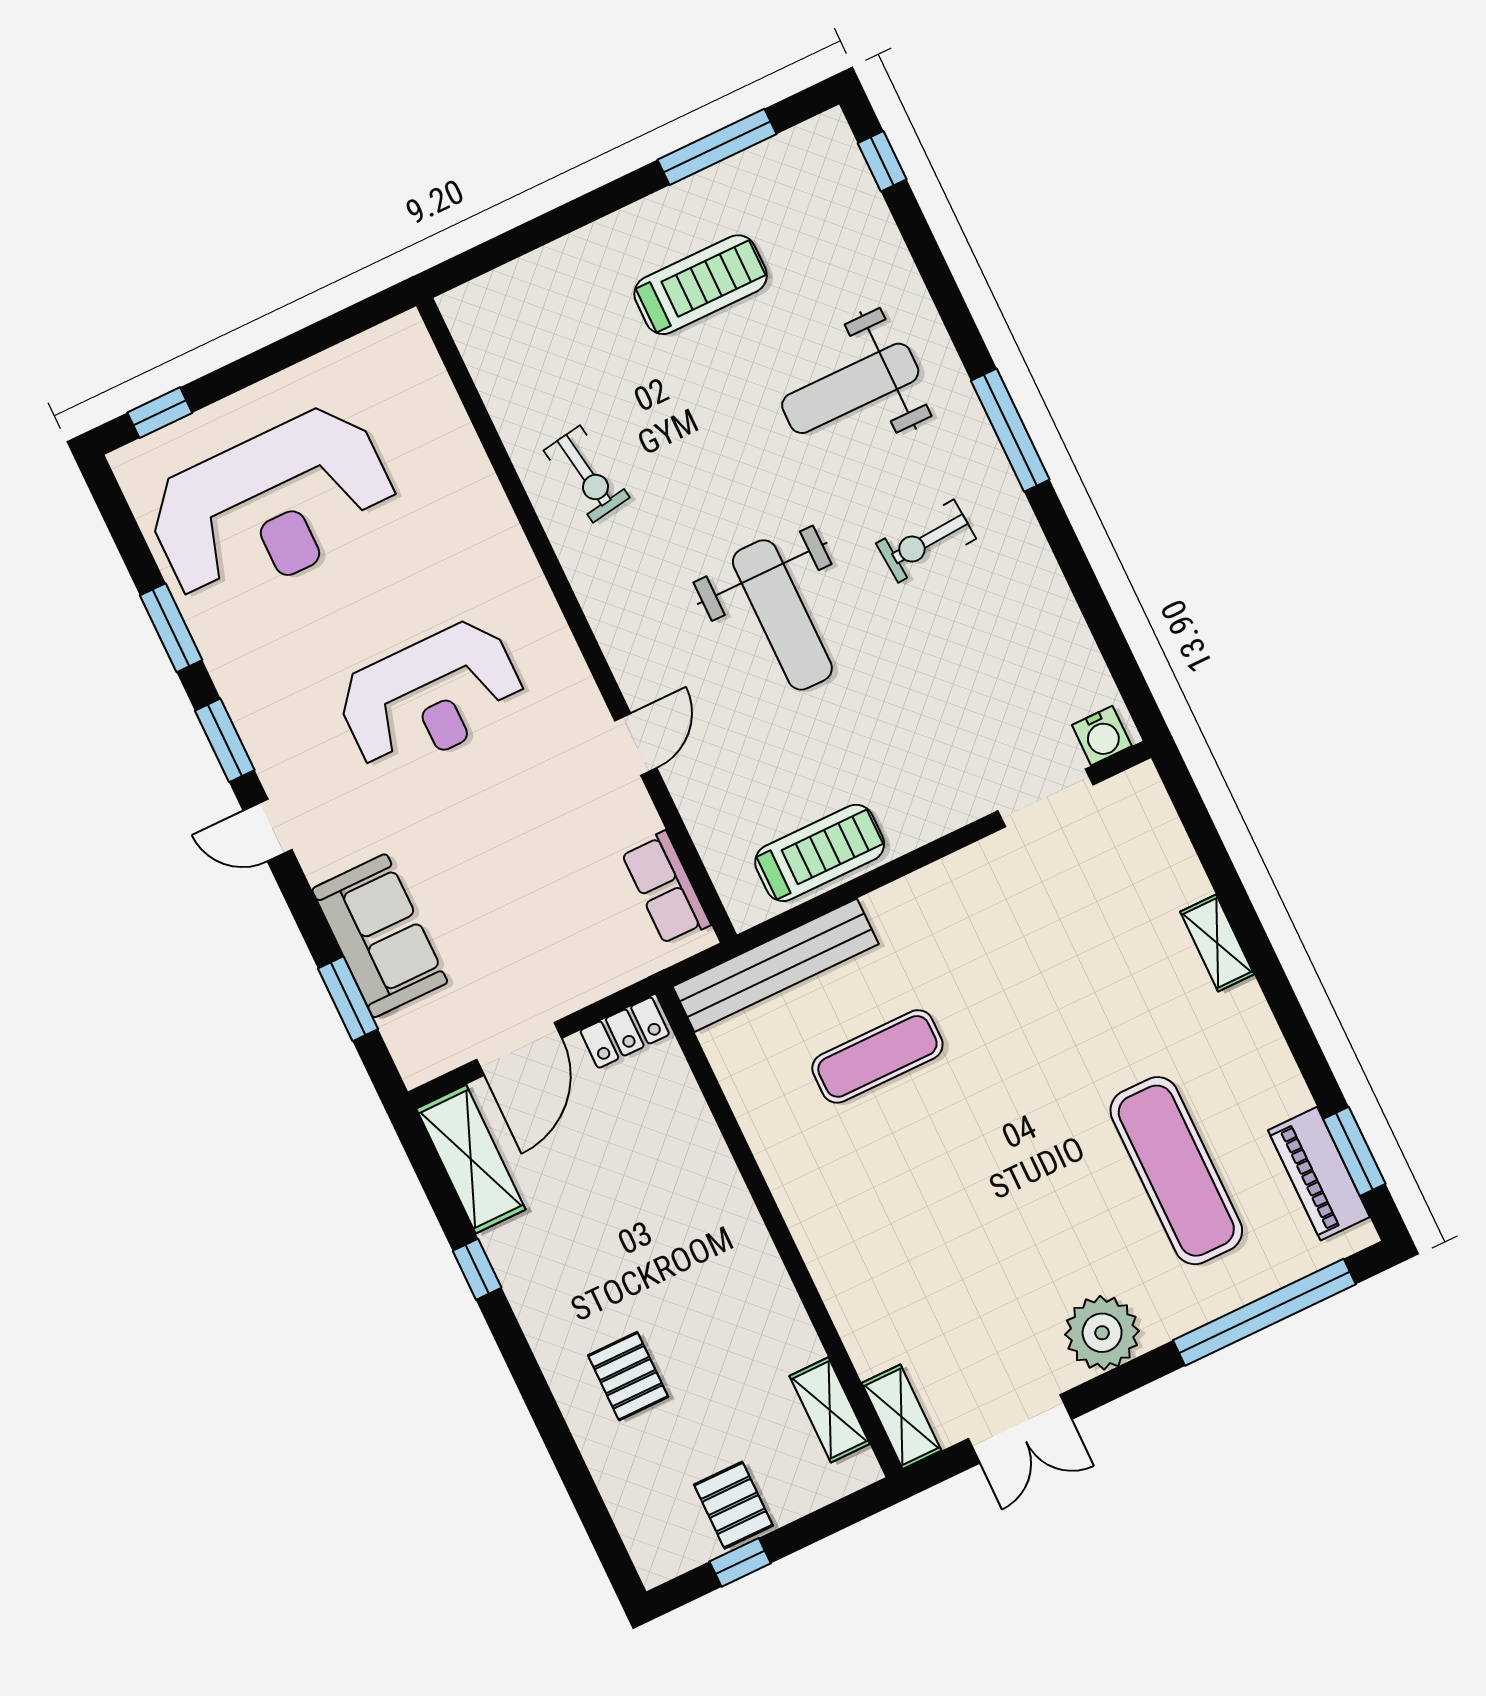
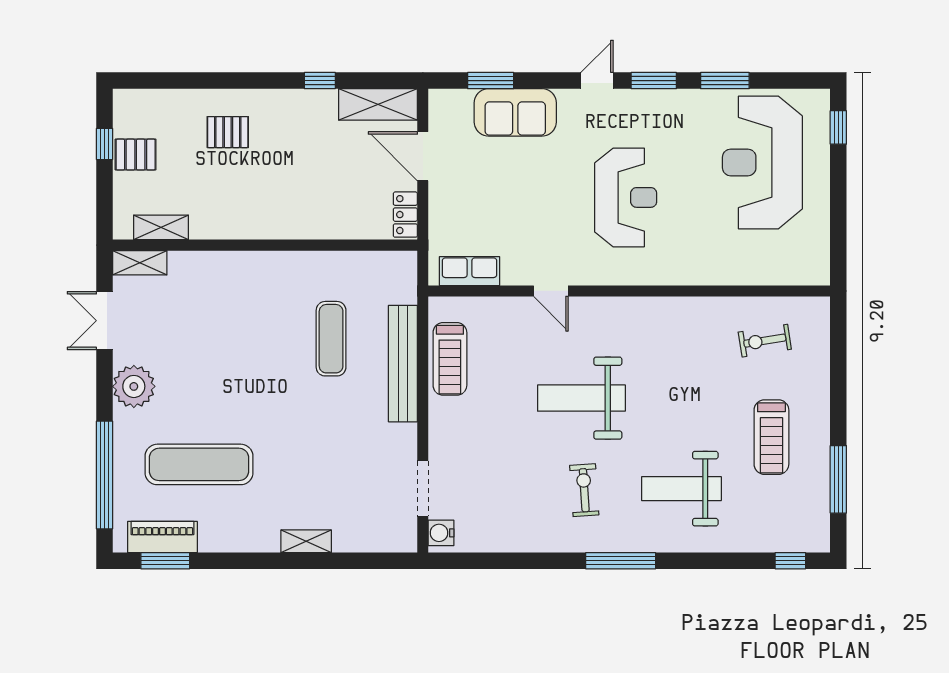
weight bench: (850, 388) -> (681, 489), turned -90
exercise bike: (587, 474) -> (765, 341), moved
reception desk: (431, 697) -> (626, 197), turned 180
bench: (776, 965) -> (403, 364), moved

